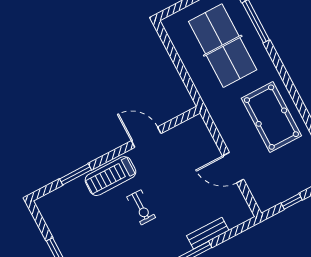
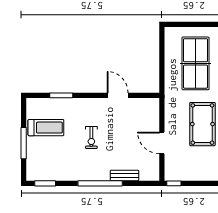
treadmill: (110, 176) -> (46, 128), moved, turned 180
window: (292, 201) -> (174, 183), moved

